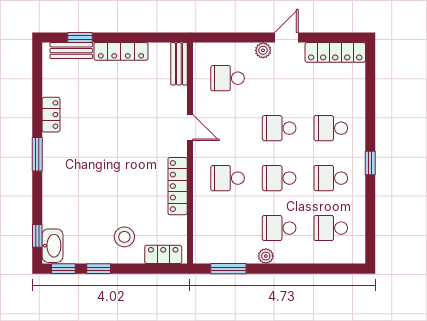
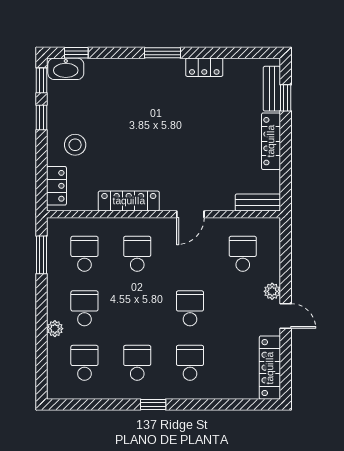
school desk: (279, 178) -> (84, 254), moved
plant: (266, 256) -> (55, 329), moved

